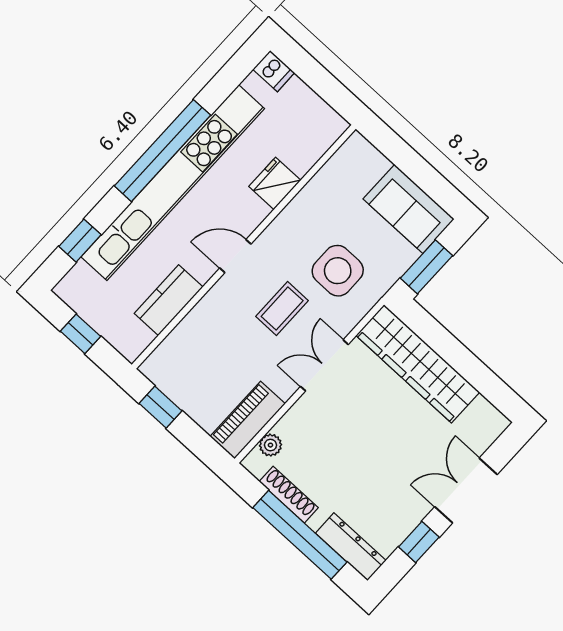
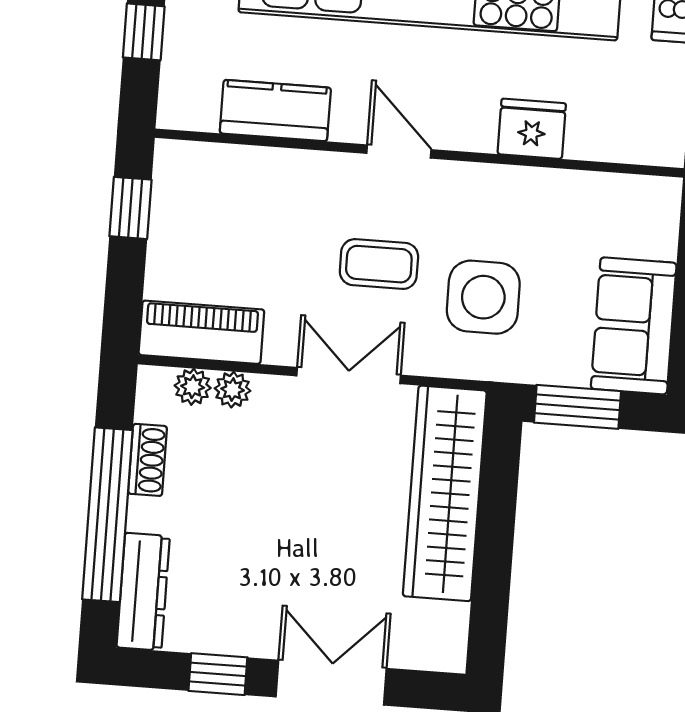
plant: (287, 427) -> (233, 390), added
shoe rack: (289, 495) -> (148, 460), width x0.70

